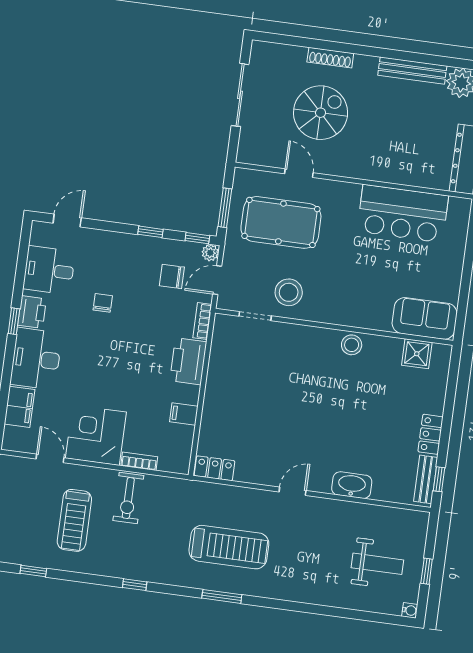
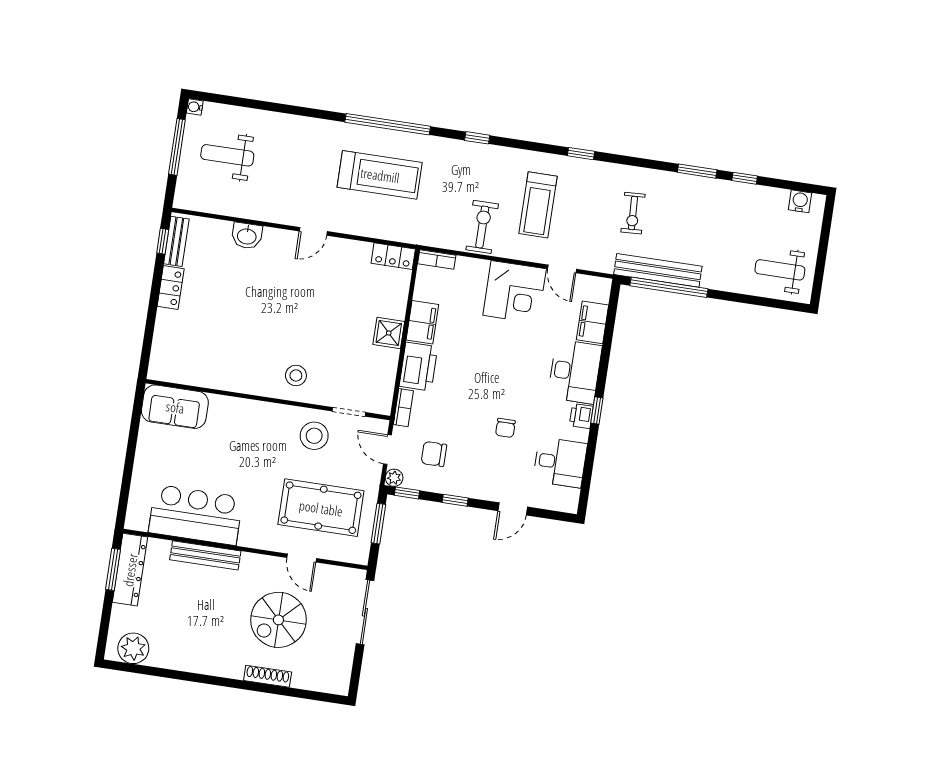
bench: (412, 70) -> (205, 555), moved
sliding door: (240, 95) -> (365, 612), moved
door: (67, 221) -> (513, 509), moved
chair: (172, 276) -> (434, 454), turned 180
door: (217, 280) -> (387, 449), swing flipped
printer: (32, 312) -> (581, 416), width x0.73, depth x0.81
stool: (352, 345) -> (296, 375), moved
shower: (417, 354) -> (389, 333), moved
filing cabinet: (184, 414) -> (422, 322), width x2.00
bookcase: (139, 461) -> (437, 259), moved
washbasin: (352, 485) -> (247, 236), width x0.72
treadmill: (74, 520) -> (538, 205), turned 180
treadmill: (229, 547) -> (380, 175), turned 180
window: (427, 571) -> (177, 147), width x2.17
window: (222, 596) -> (388, 124), width x2.11

